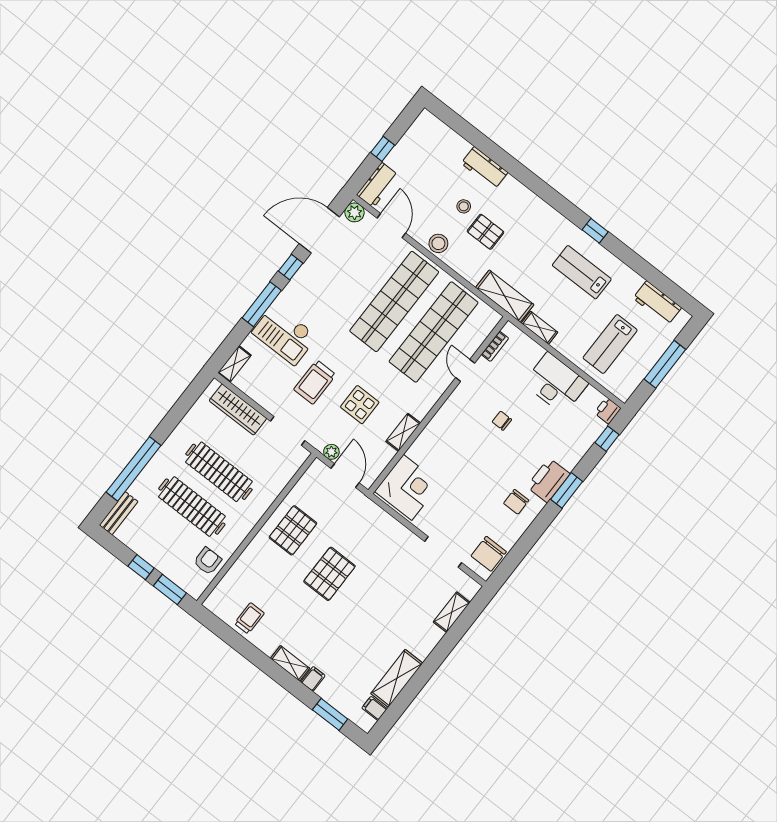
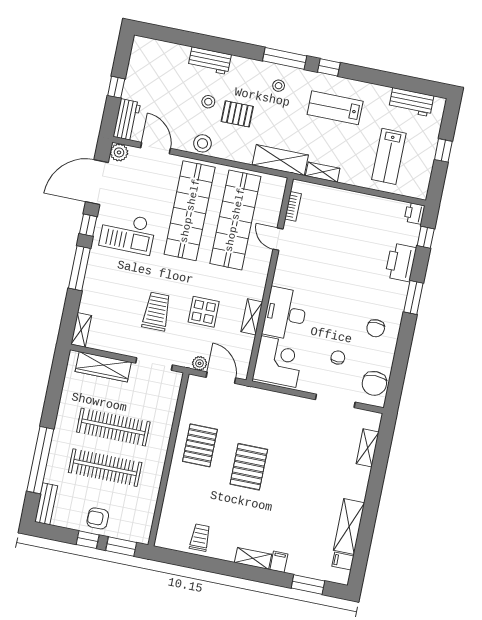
window: (557, 201) -> (285, 58), added
stool: (538, 224) -> (279, 86), added
checkout: (285, 334) -> (128, 233), moved
window: (665, 364) -> (443, 150), width x0.46
trolley: (315, 382) -> (156, 312), turned 180
desk: (556, 383) -> (285, 314), moved, turned -90
chair: (502, 421) -> (338, 357), moved, turned 90
printer: (548, 480) -> (401, 262), moved
armchair: (208, 561) -> (98, 518), moved, turned -90

